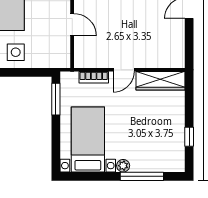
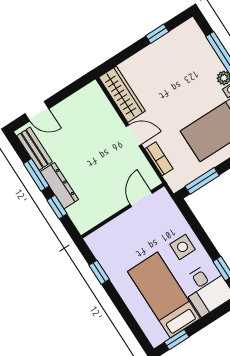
door: (72, 25) -> (141, 199), moved

